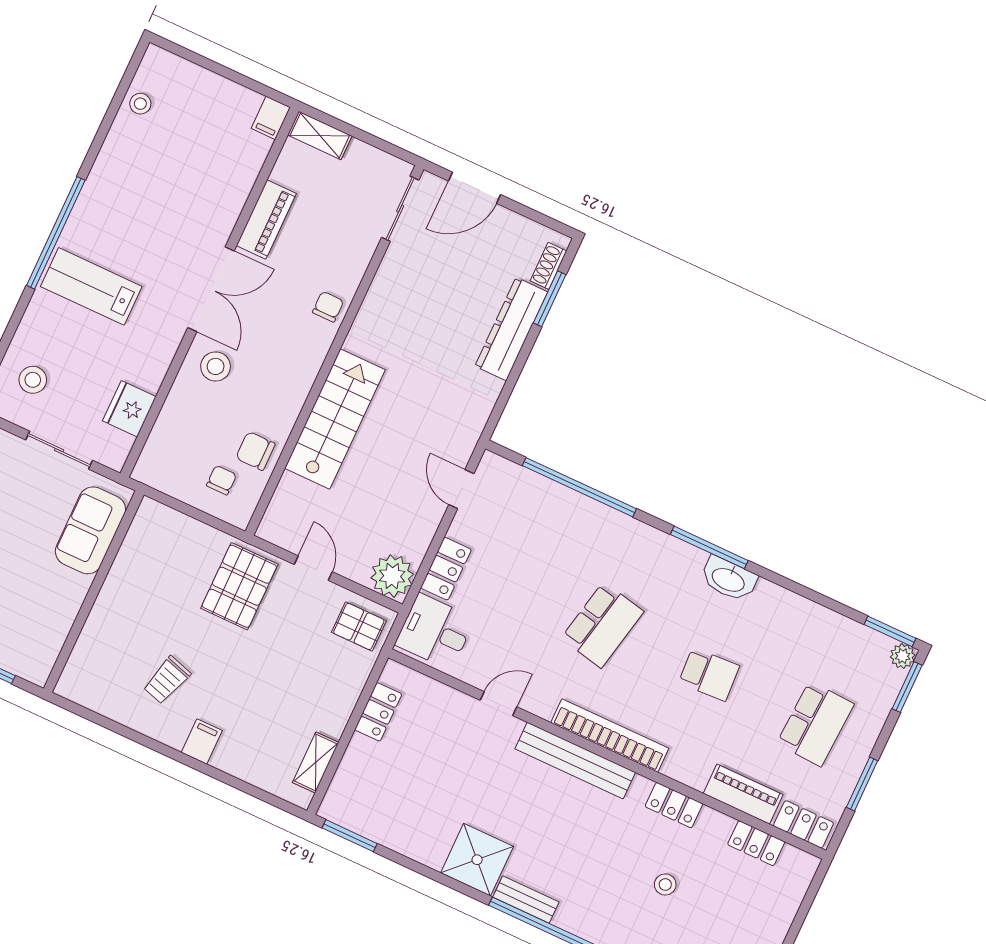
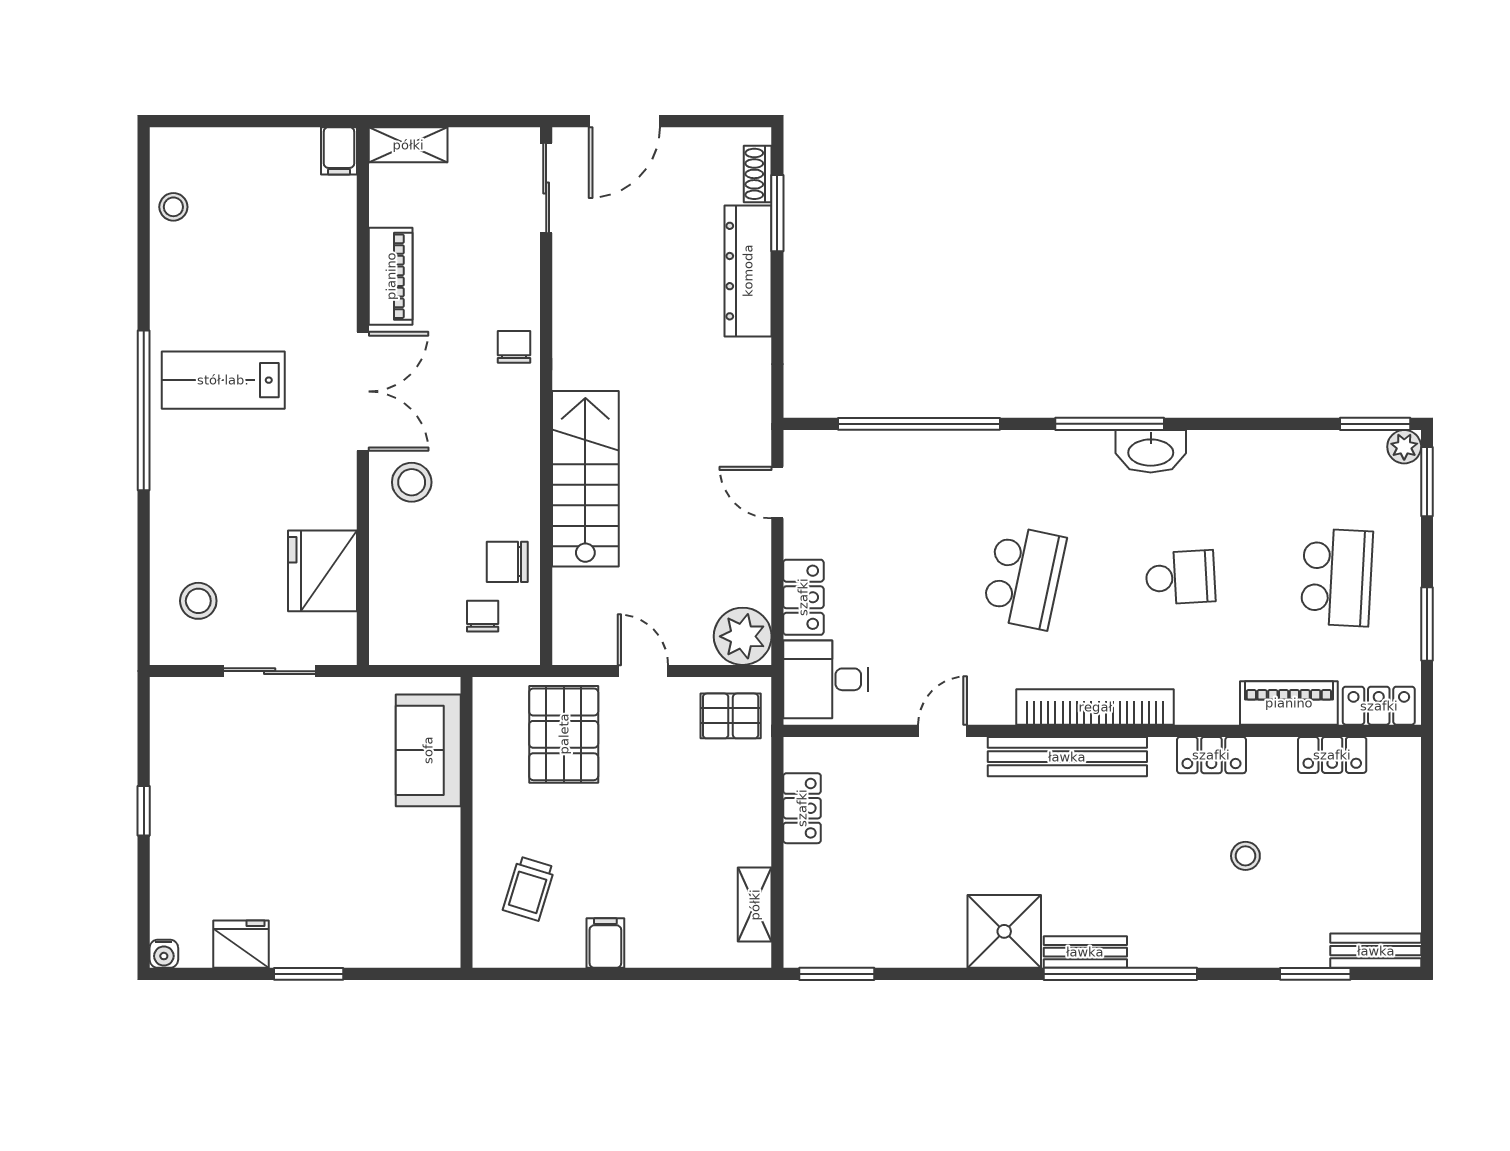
lab bench: (91, 286) -> (223, 380), moved
fridge: (129, 409) -> (323, 571), width x1.36, depth x1.34
sofa: (90, 530) -> (428, 750), moved
wall: (94, 592) -> (467, 822), moved

